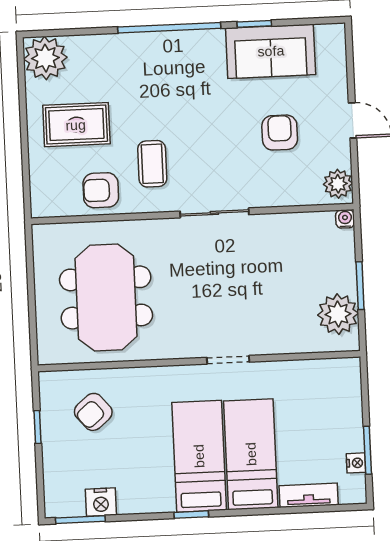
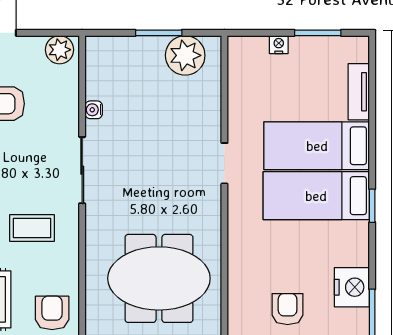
armchair: (101, 190) -> (52, 313), moved, turned 180
water cooler: (345, 219) -> (94, 110), moved
armchair: (93, 412) -> (288, 309), moved, turned -140
nightstand: (356, 463) -> (279, 45), moved
nightstand: (101, 502) -> (352, 287), width x1.36, depth x1.33

